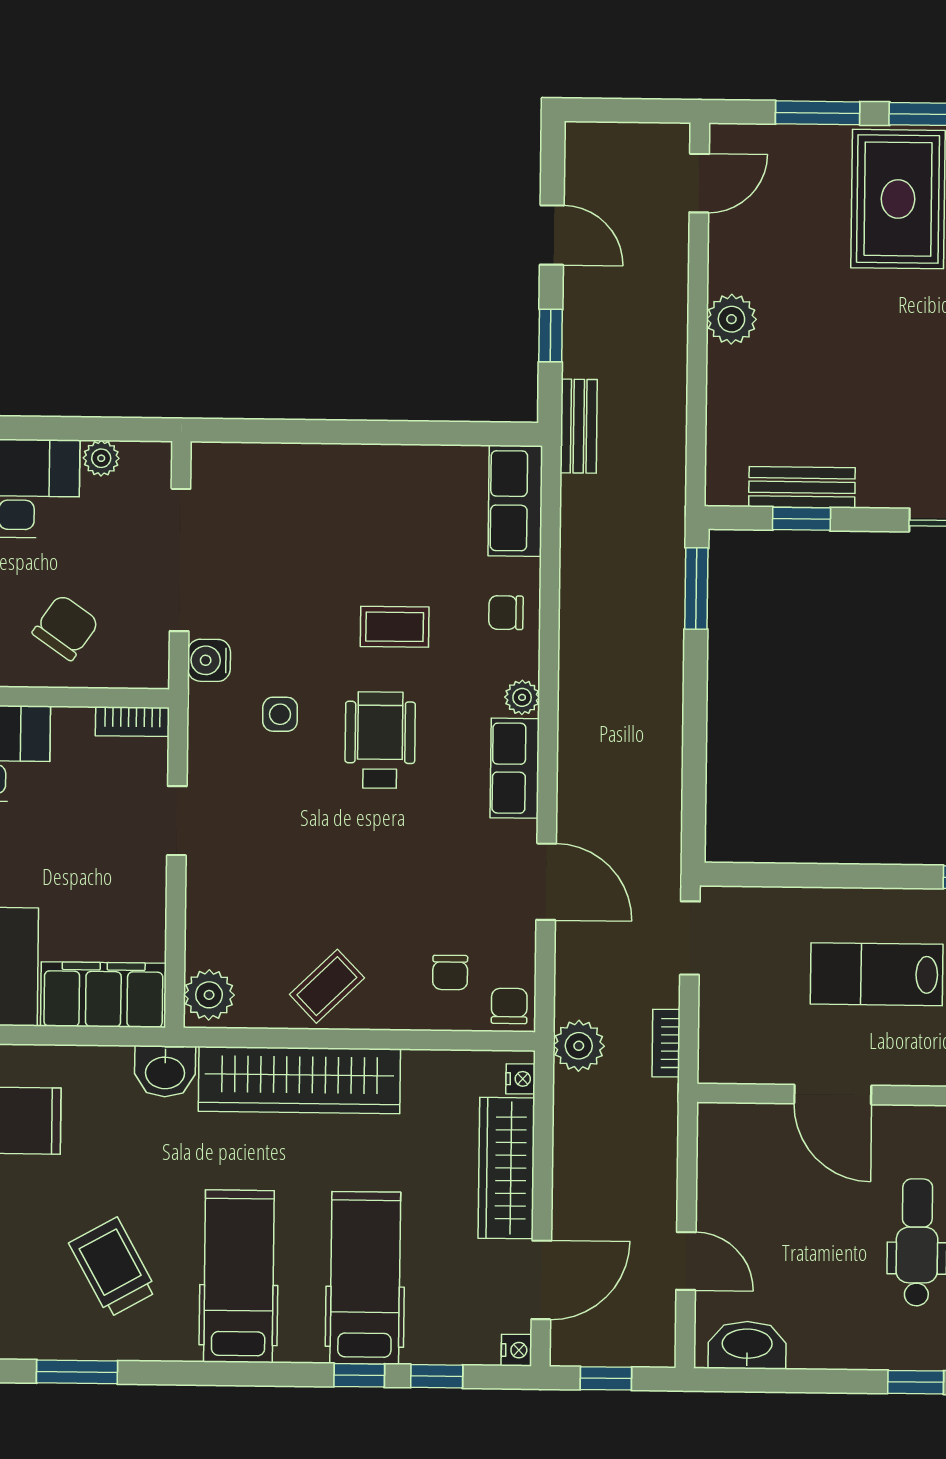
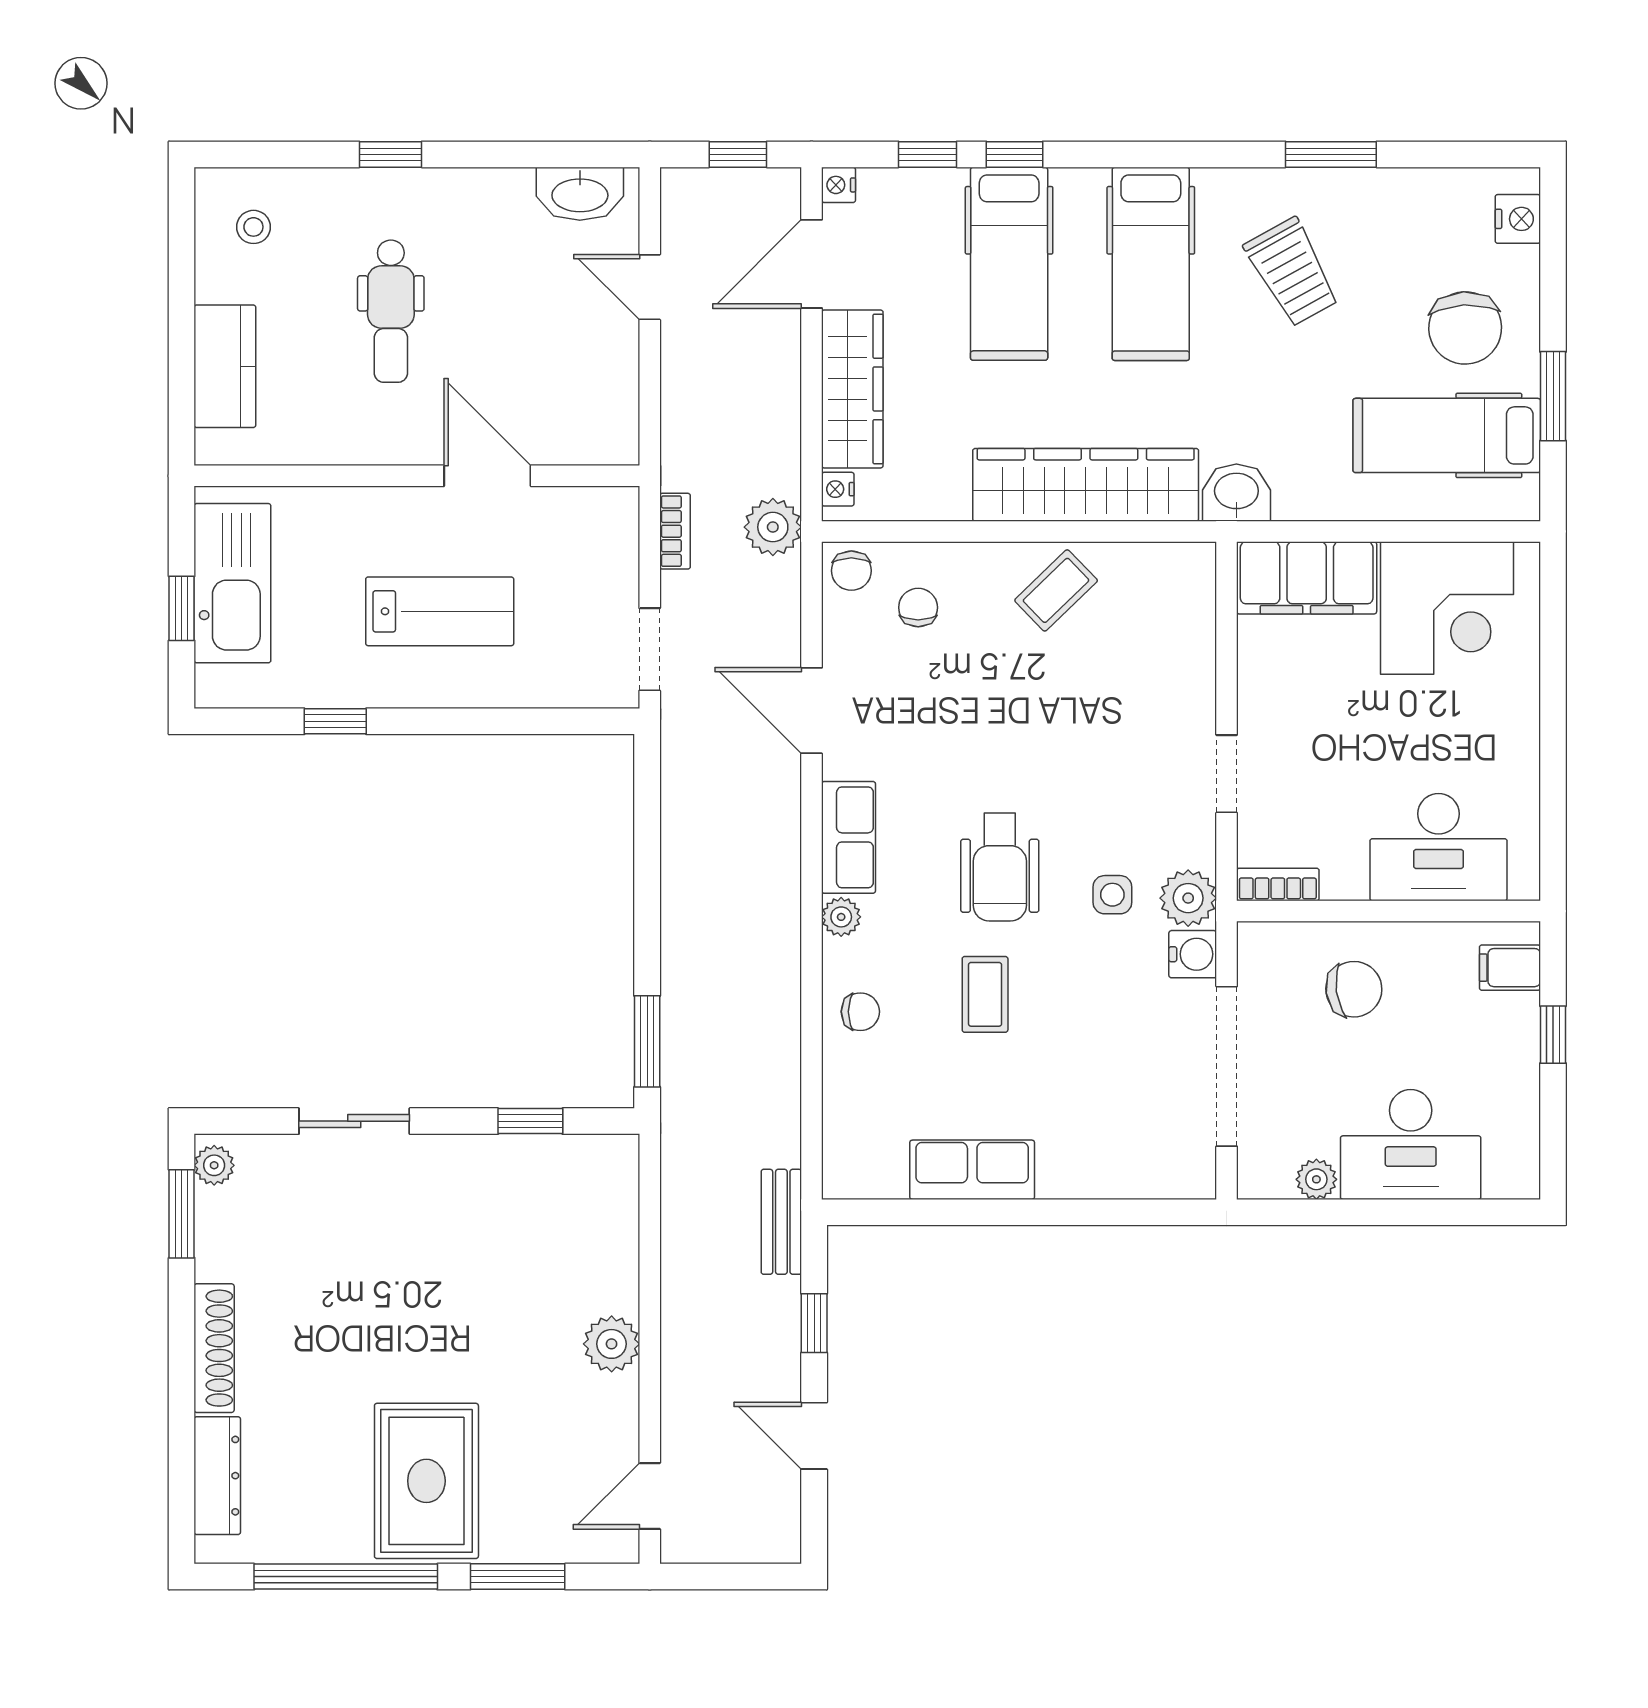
bench: (802, 487) -> (530, 1156), removed
row of seats: (515, 501) -> (972, 1170), moved, turned -90
chair: (66, 627) -> (1354, 989), turned -133
coffee table: (395, 627) -> (985, 994), turned 90
plant: (209, 995) -> (1188, 898), moved

